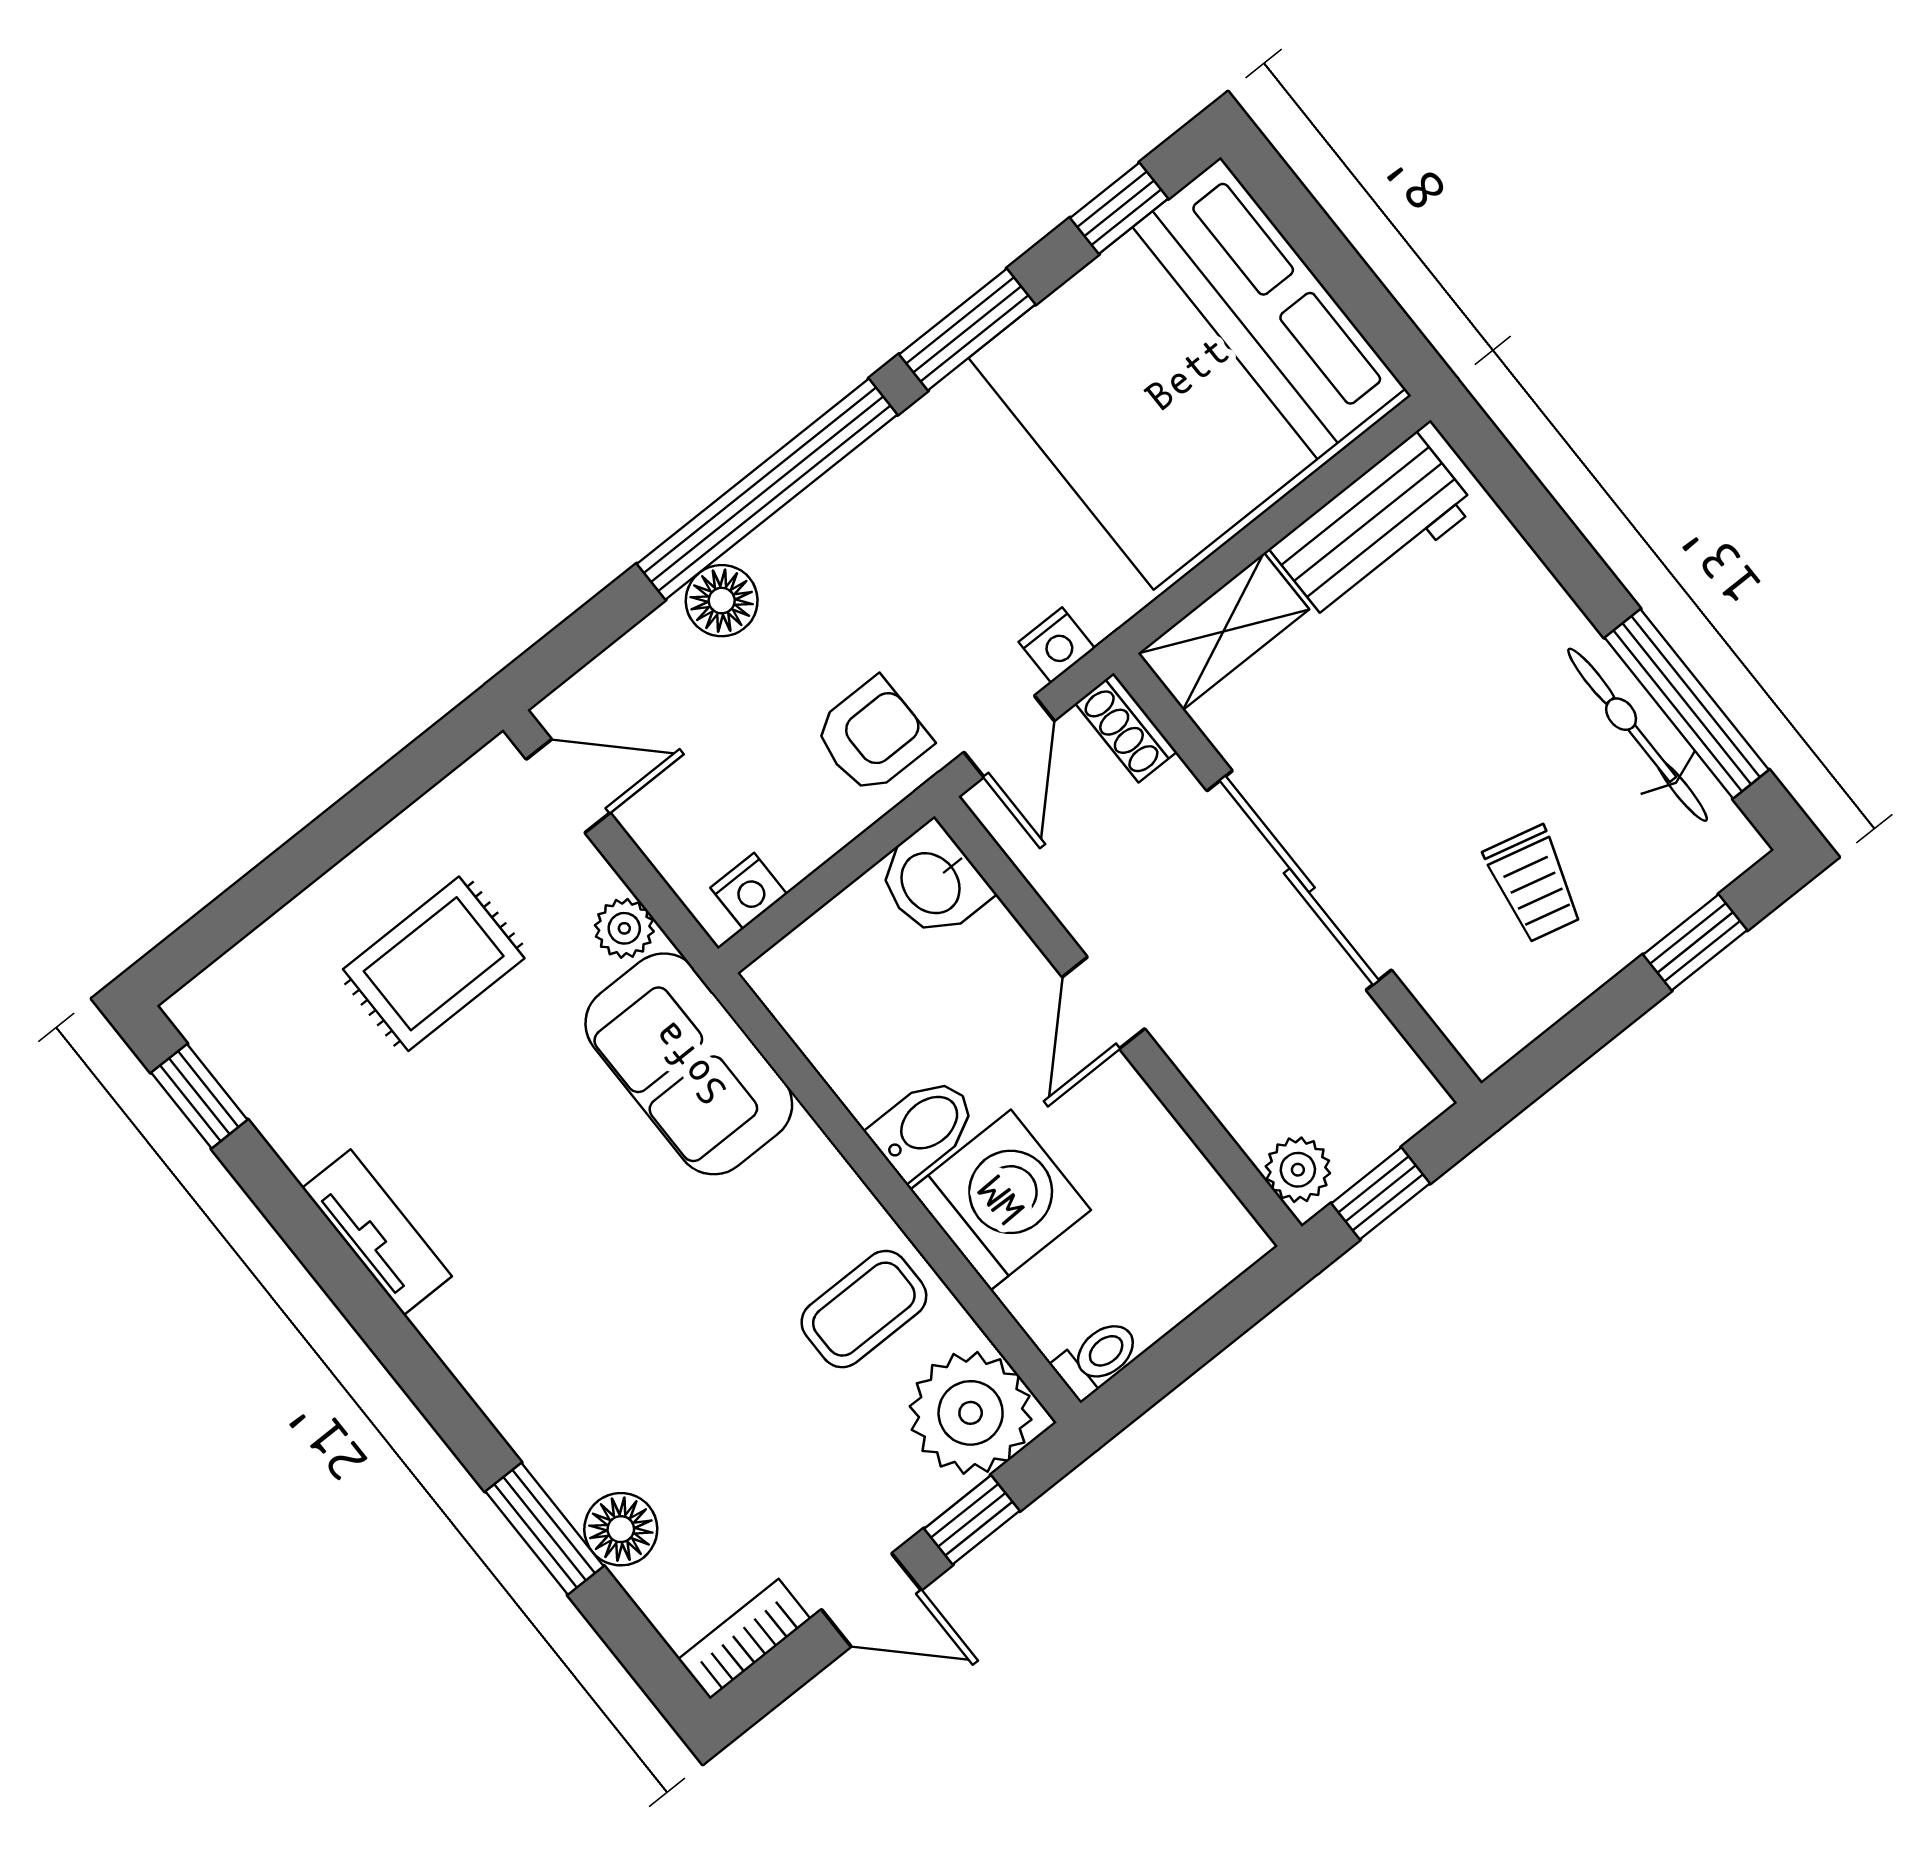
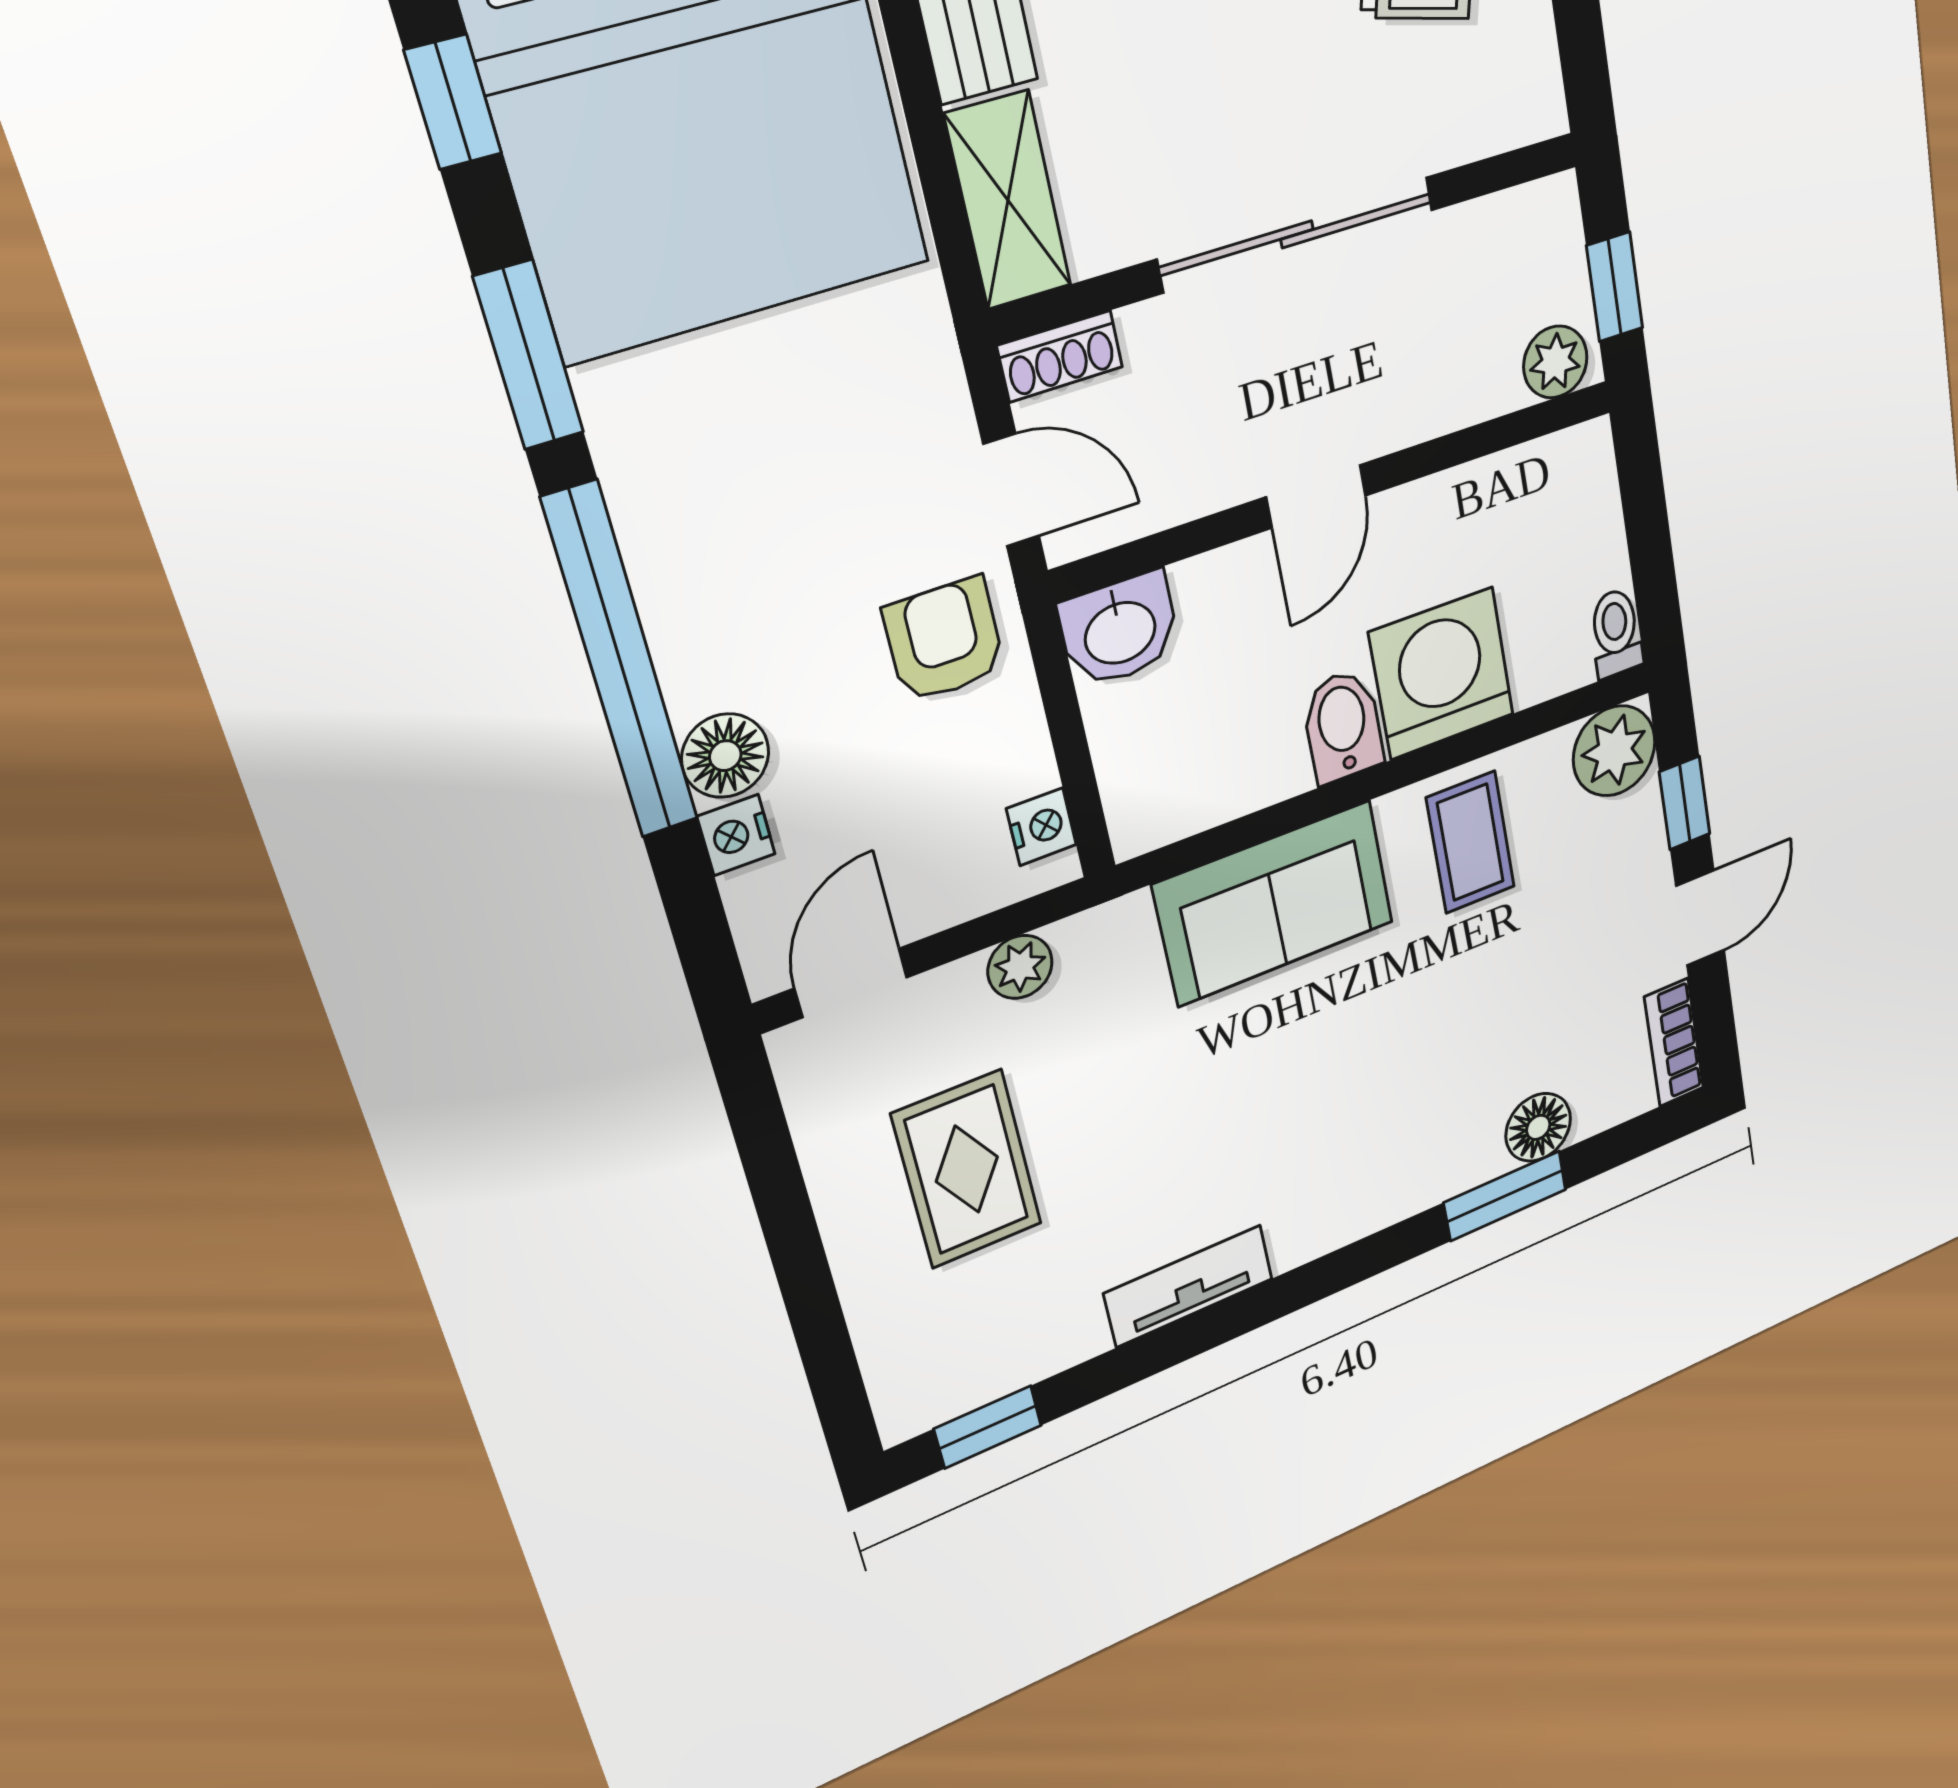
nightstand: (1057, 645) -> (736, 835), moved, turned 180
door: (1103, 1003) -> (1316, 496), hinge flipped
sofa: (689, 1064) -> (1274, 903), moved
plant: (971, 1413) -> (1614, 751), width x0.73, depth x0.73

